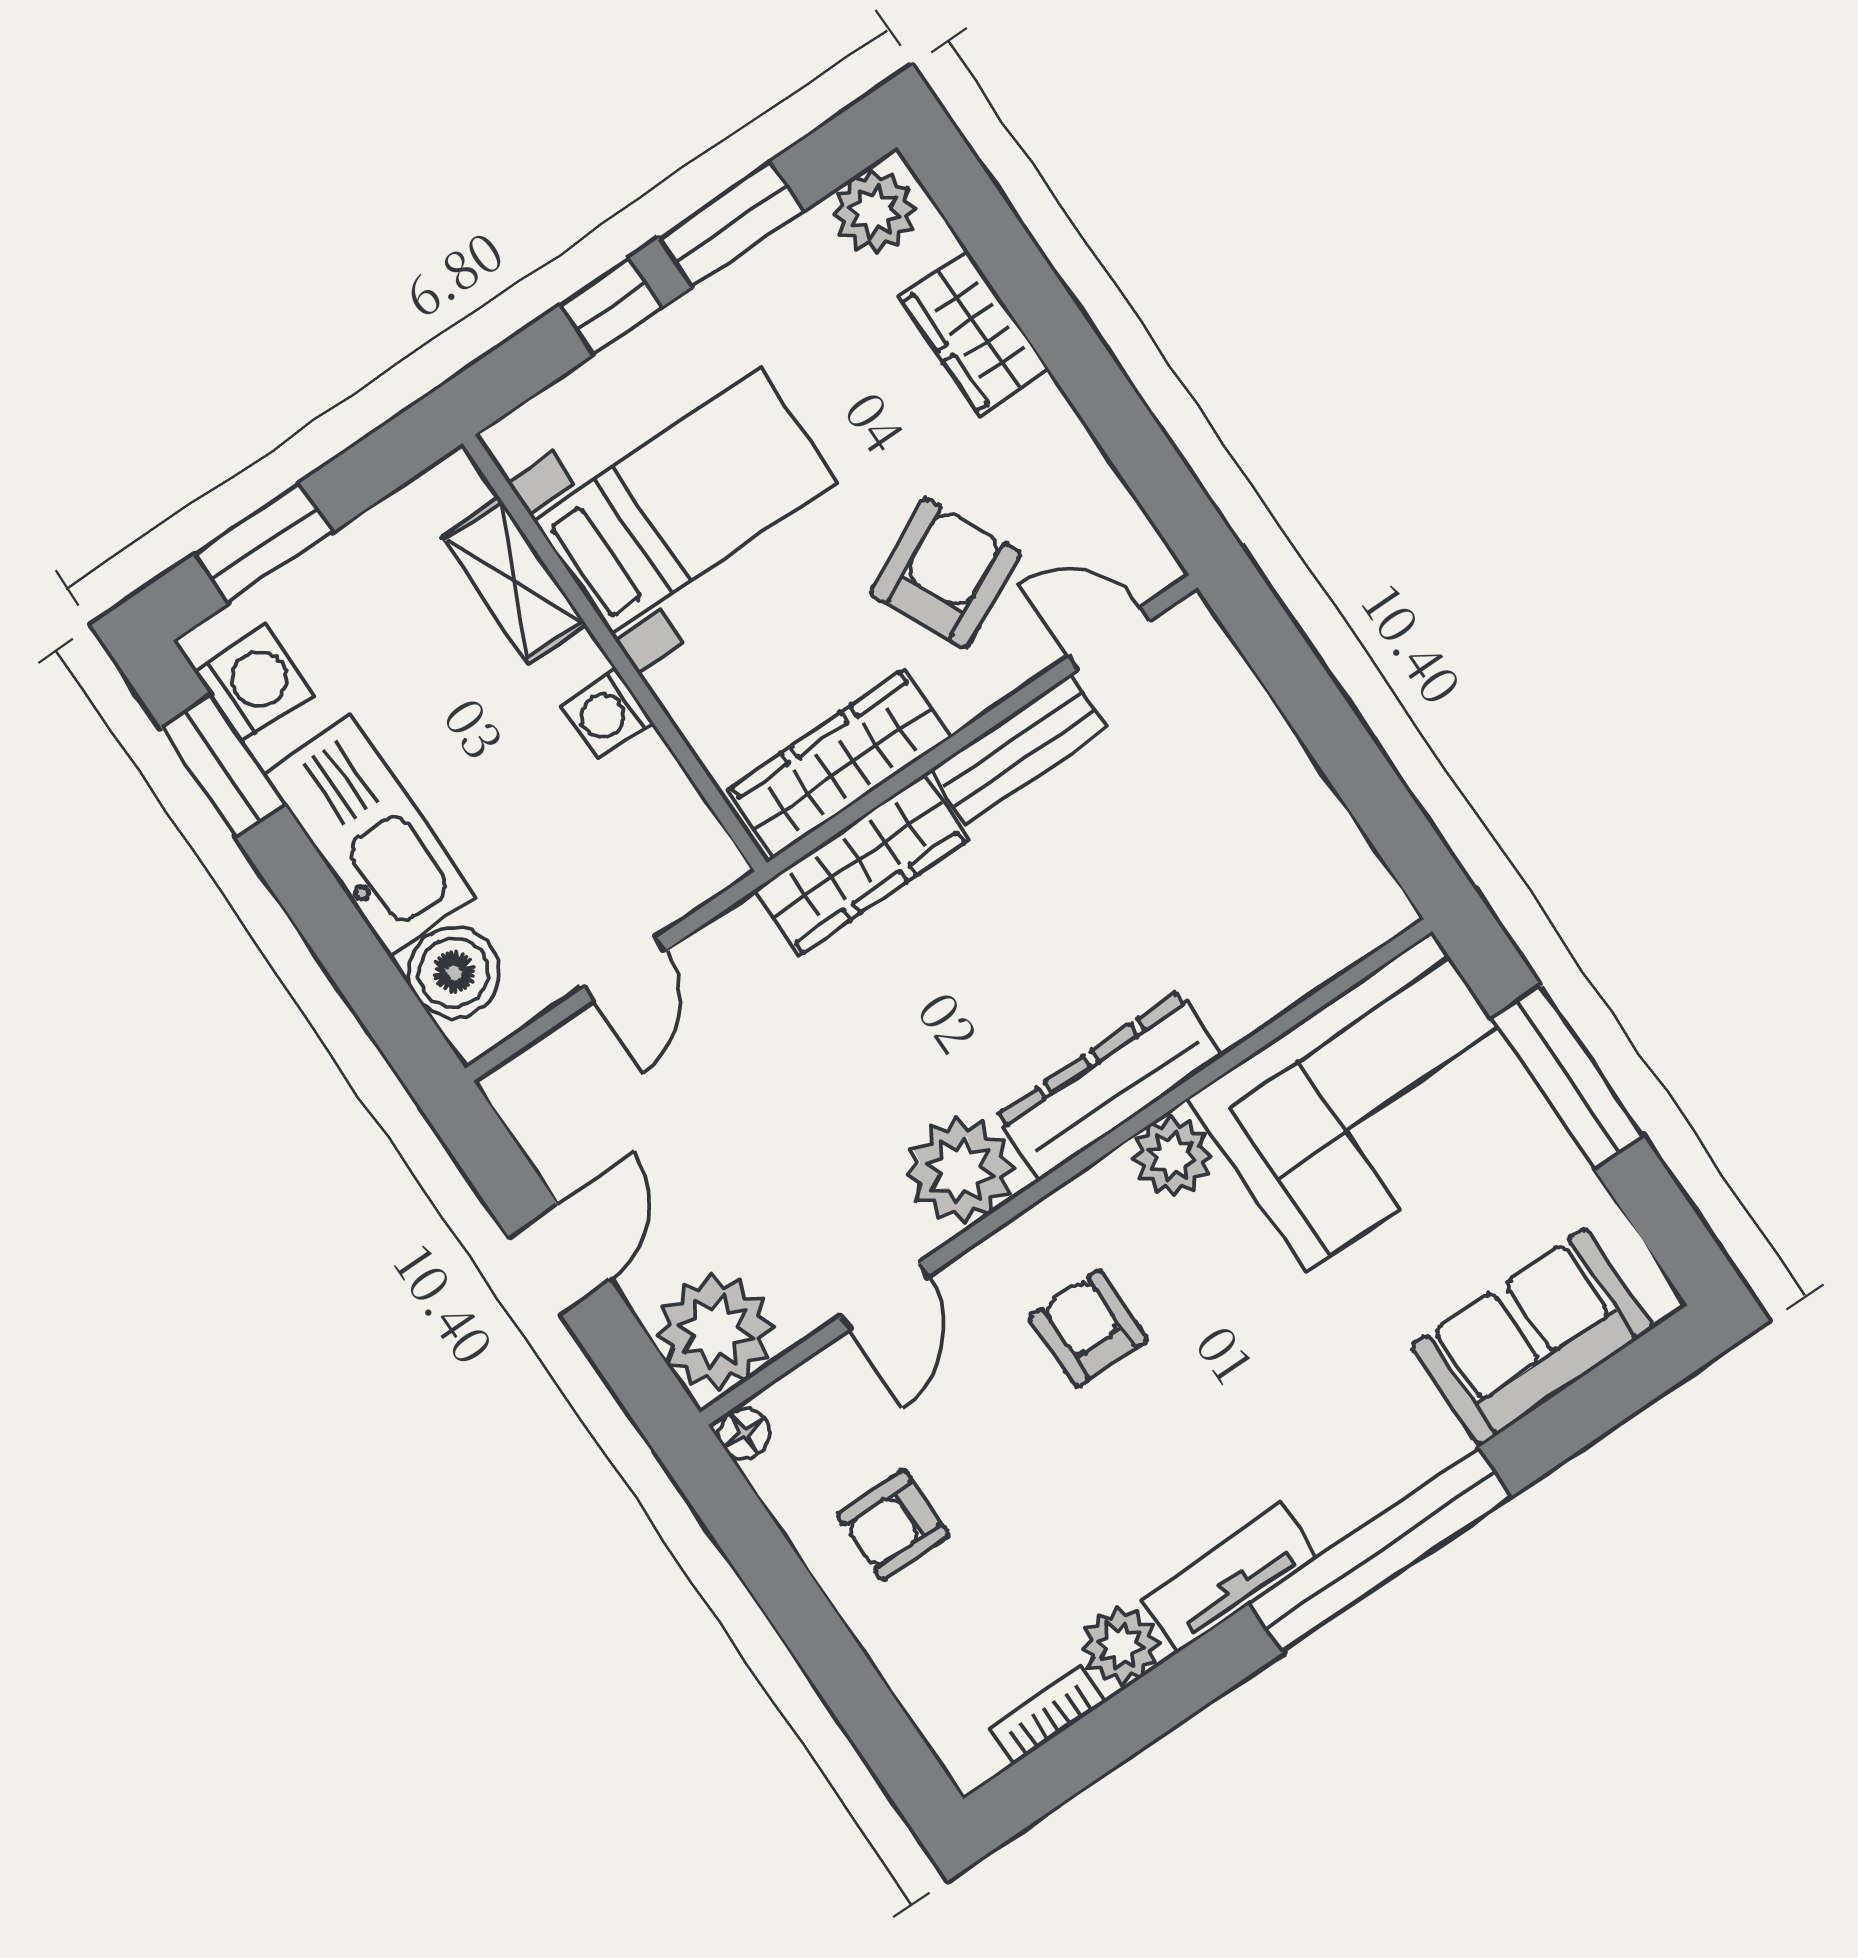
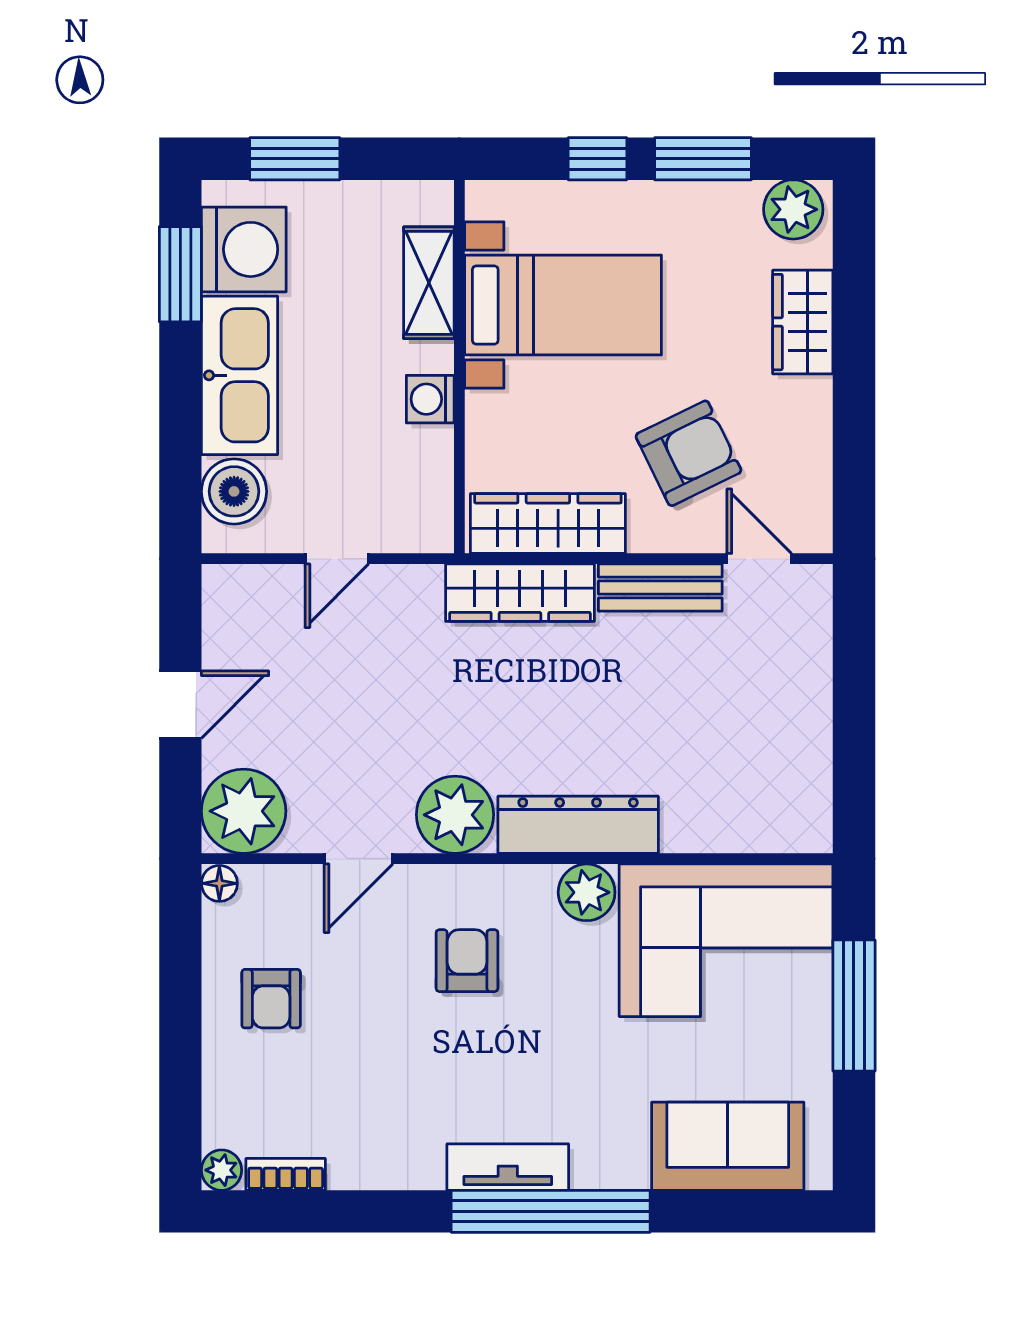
washing machine: (254, 683) -> (244, 249), width x1.37, depth x1.37
armchair: (893, 1525) -> (271, 999), turned -90
tv unit: (1230, 1578) -> (508, 1167), moved
plant: (1120, 1646) -> (222, 1170), moved, width x0.73, depth x0.73

